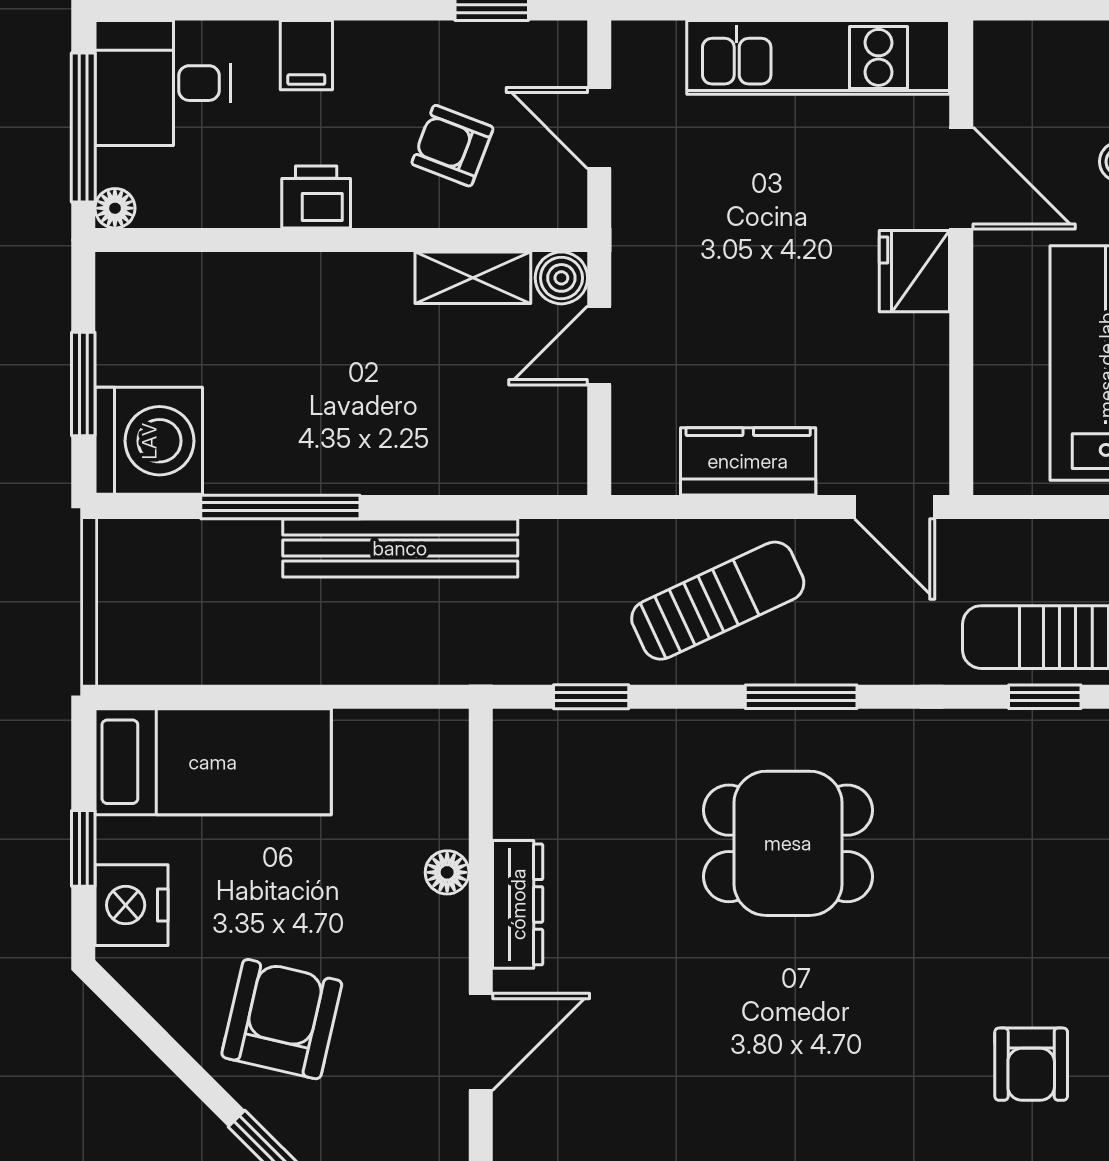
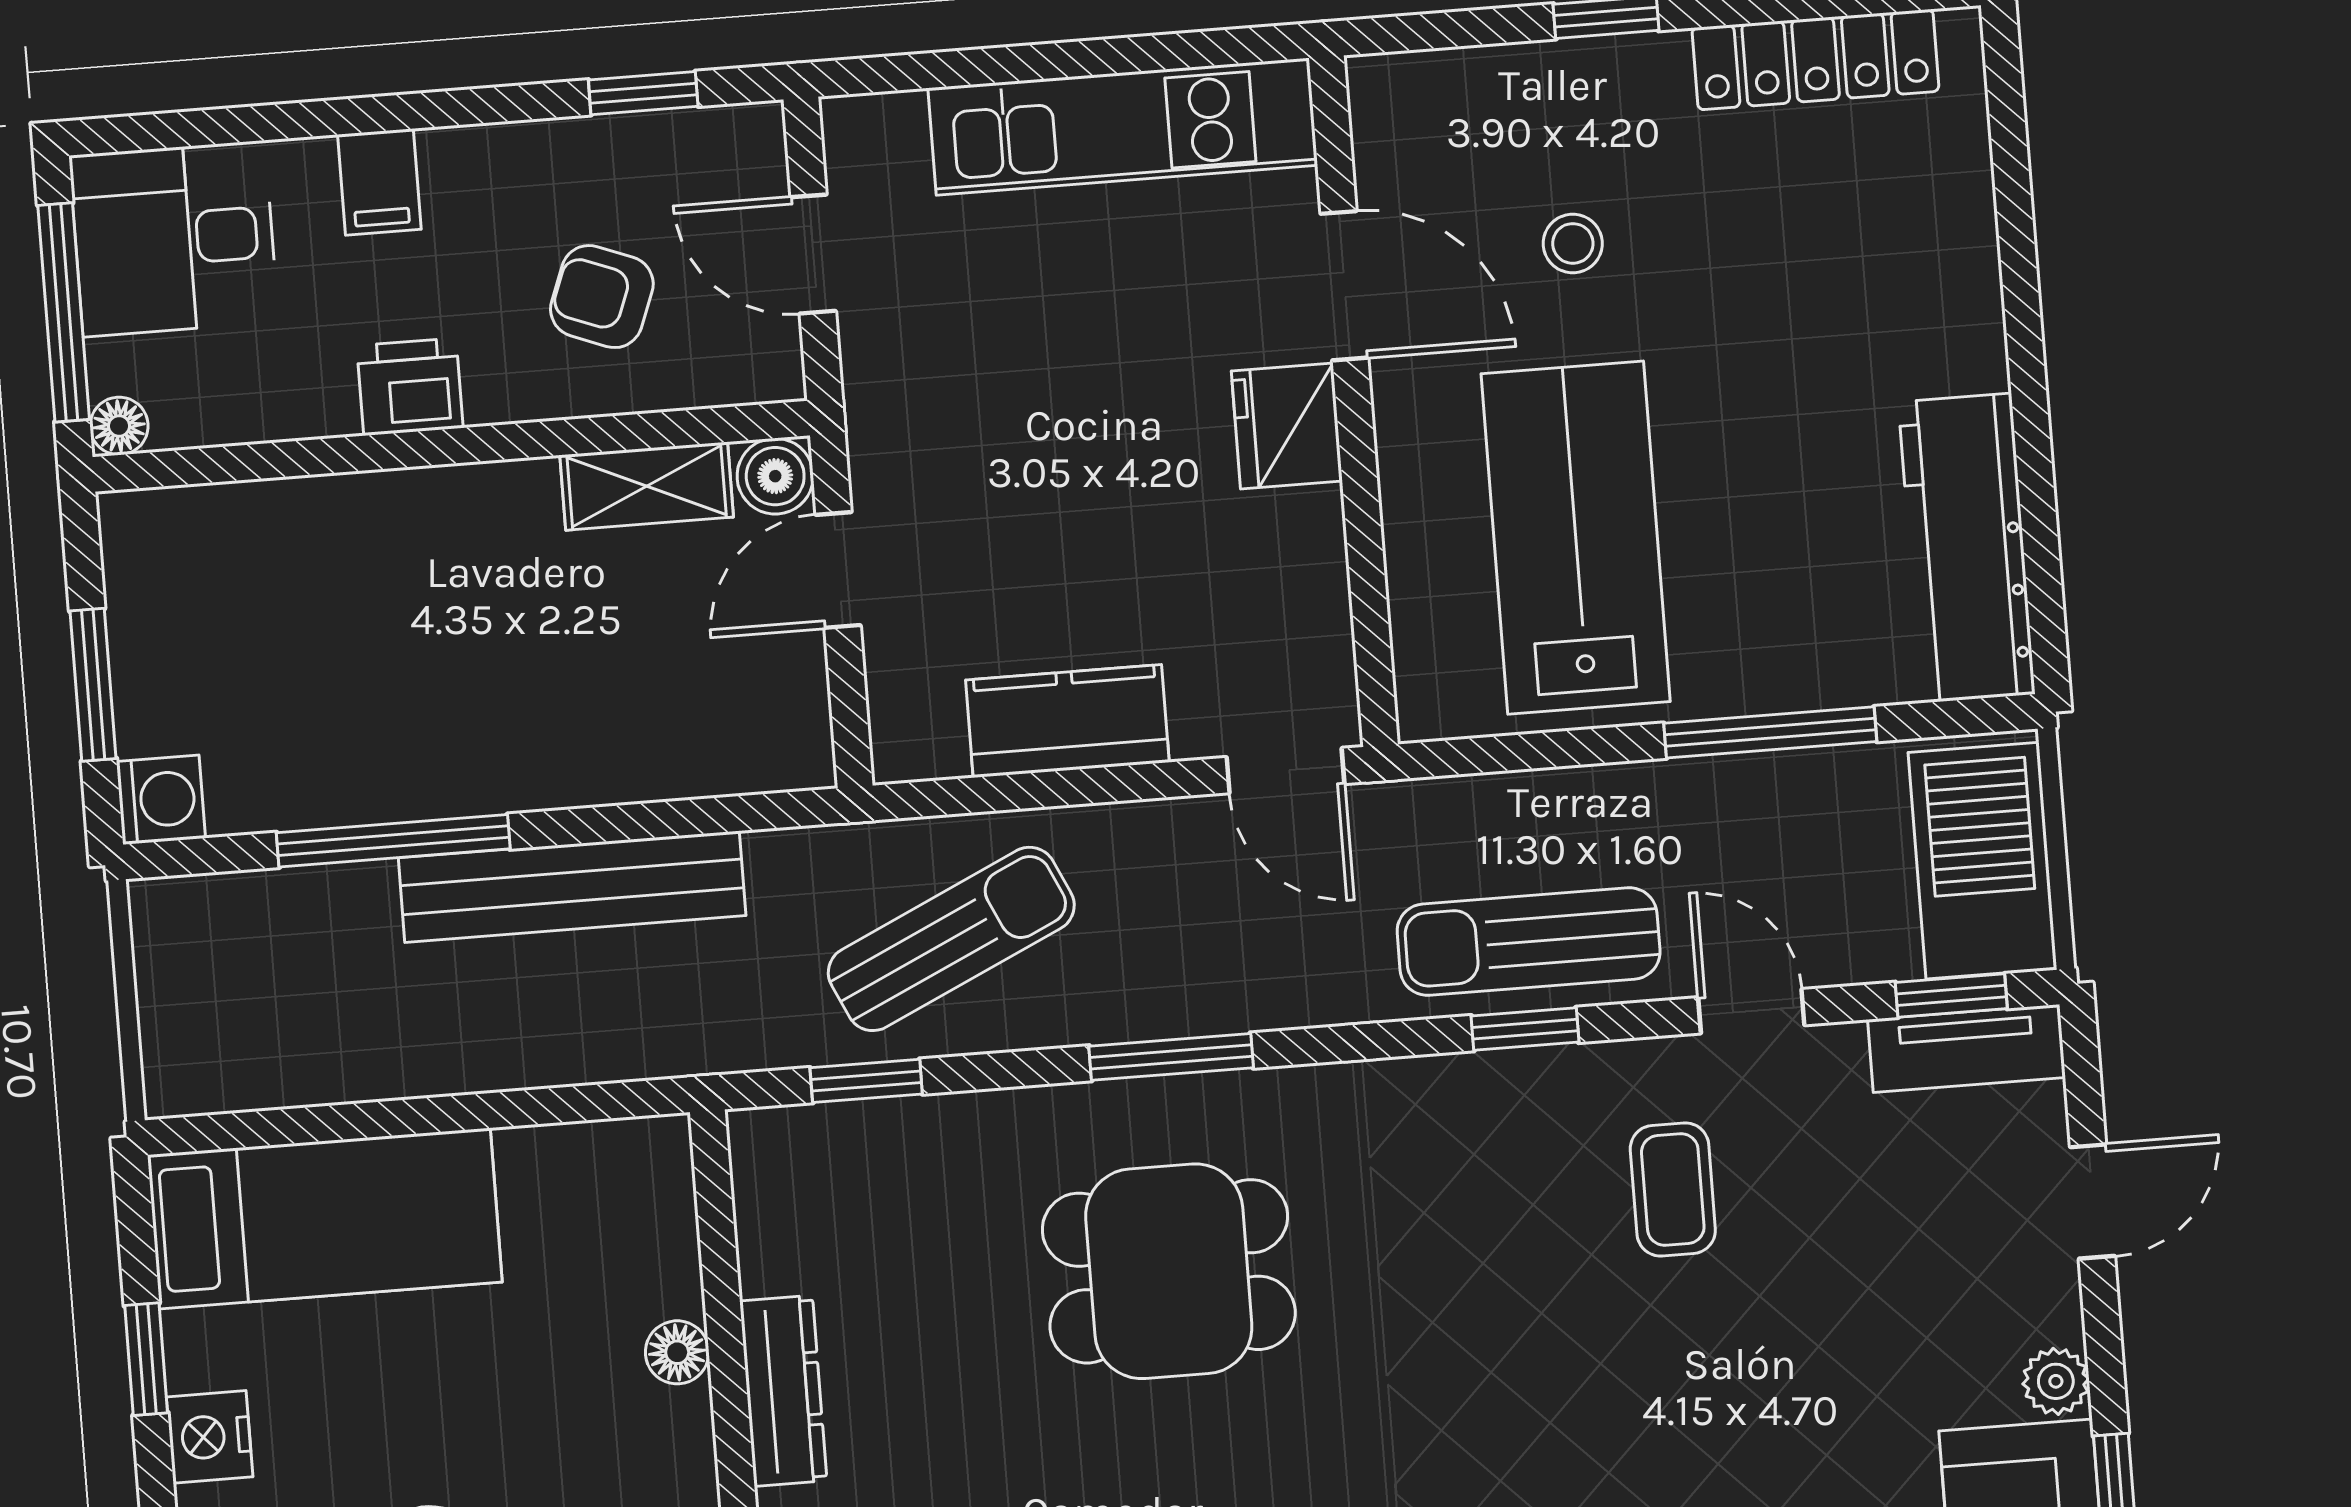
washing machine: (149, 441) -> (161, 799), width x0.53, depth x0.53
sun lounger: (718, 601) -> (951, 939), moved
nightstand: (131, 905) -> (210, 1437), width x0.74, depth x0.75

